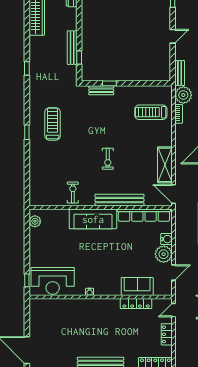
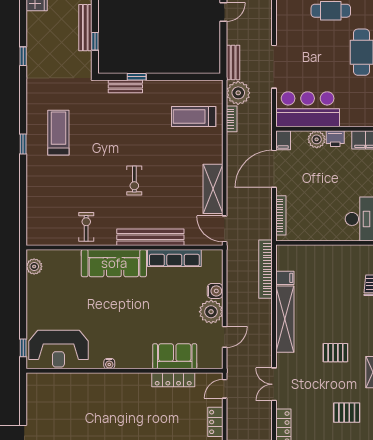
row of seats: (144, 215) -> (174, 258), width x0.73

